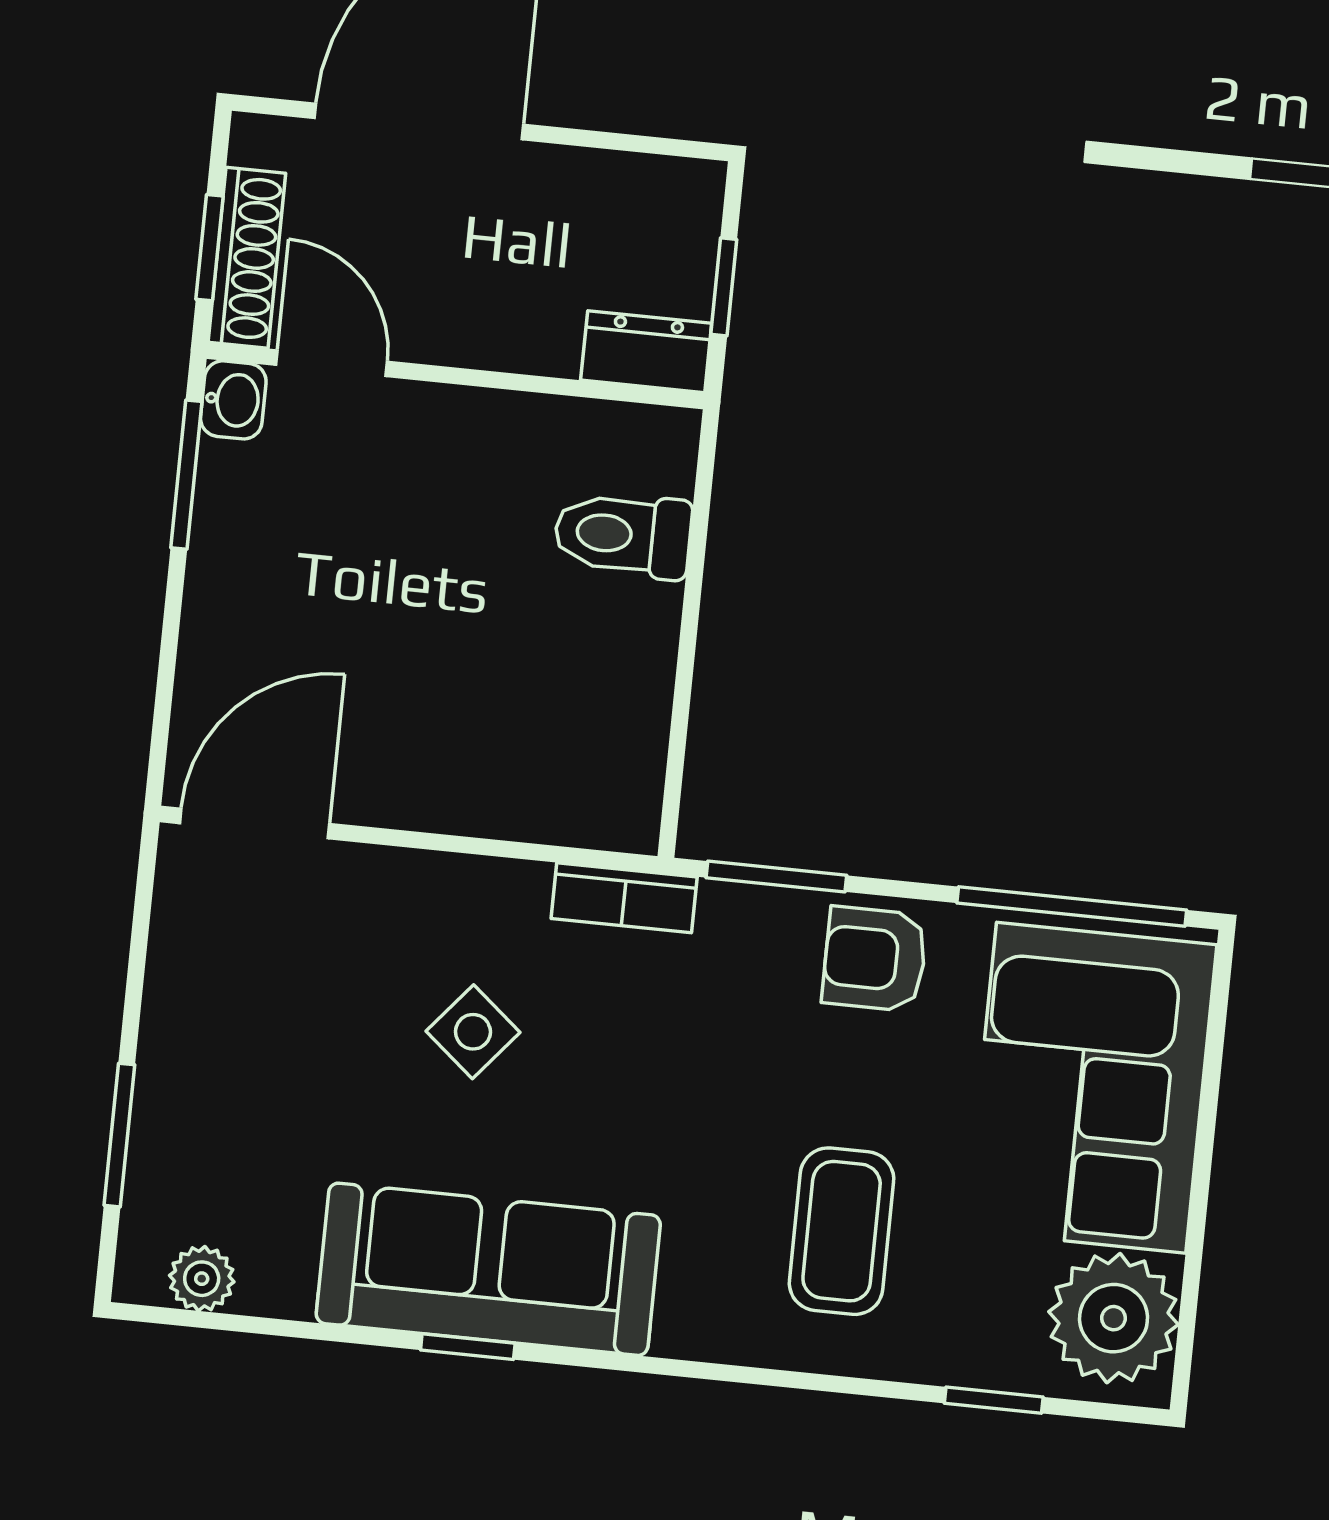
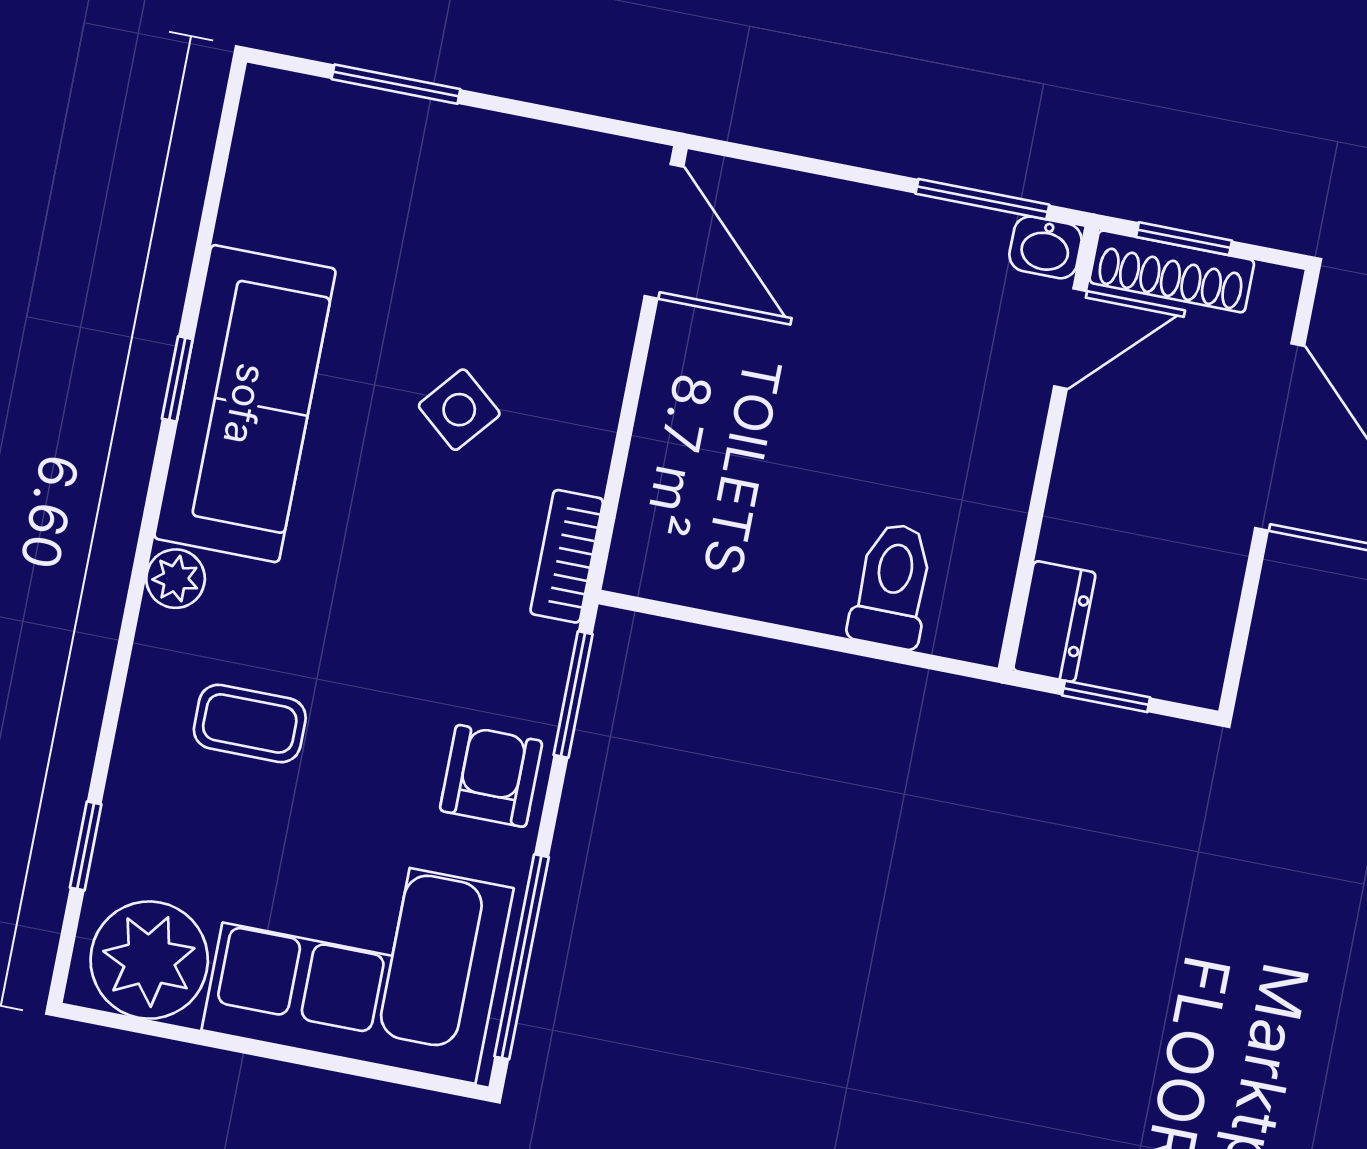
coffee table: (842, 1231) -> (250, 723), width x0.73, depth x0.77
plant: (202, 1279) -> (176, 579), moved

